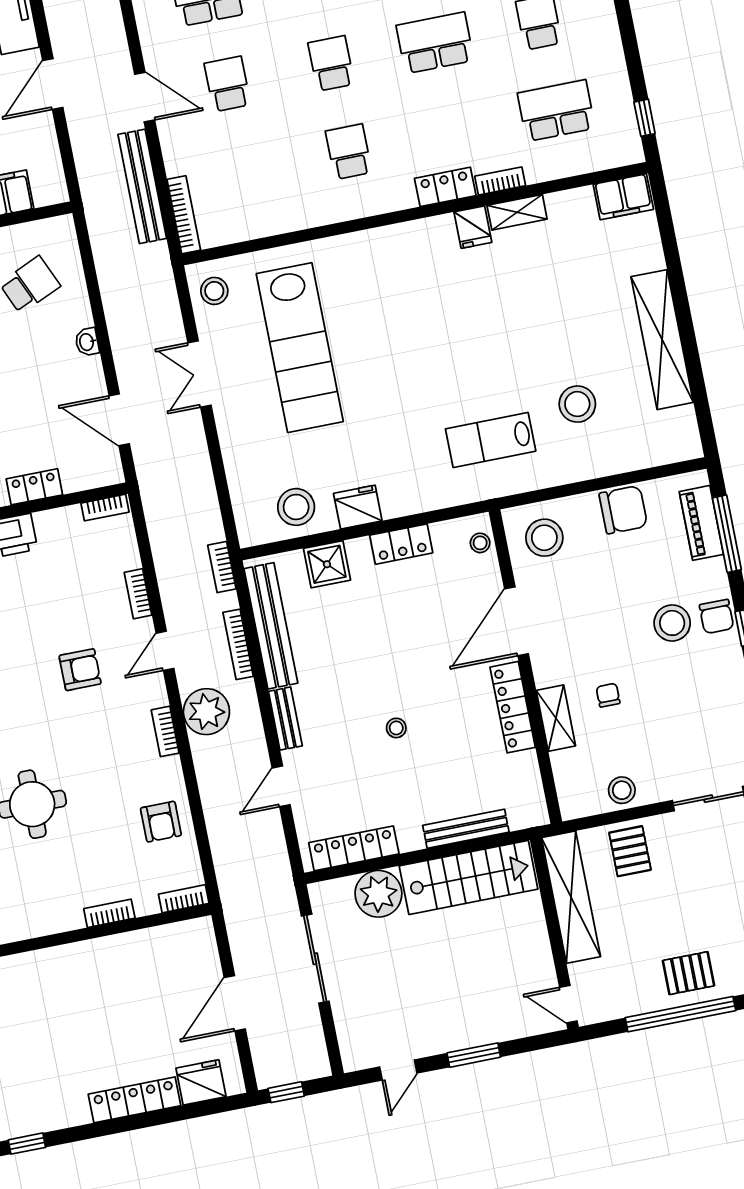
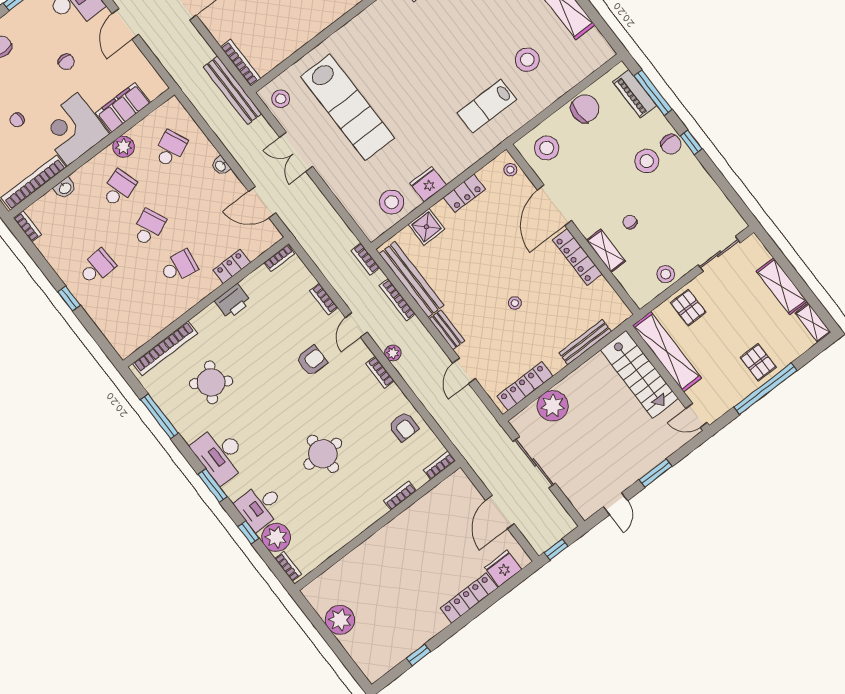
bench: (142, 186) -> (233, 90), moved
plant: (206, 712) -> (393, 353), width x0.53, depth x0.53
stairs: (469, 877) -> (640, 374), moved, turned 90
pallet: (688, 973) -> (758, 362), turned 90

